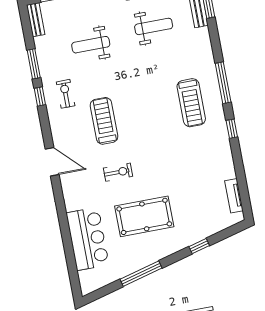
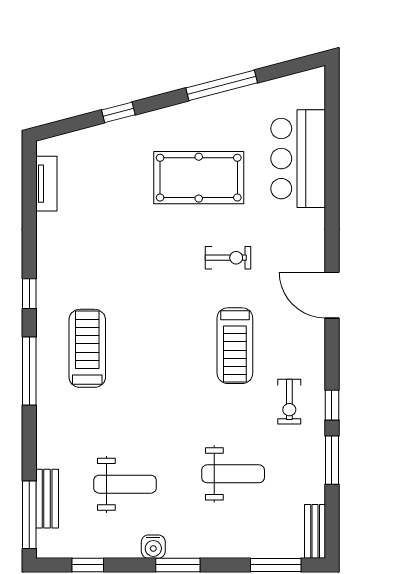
weight bench: (154, 26) -> (125, 484), turned 180
exercise bike: (118, 172) -> (228, 258), turned 180

